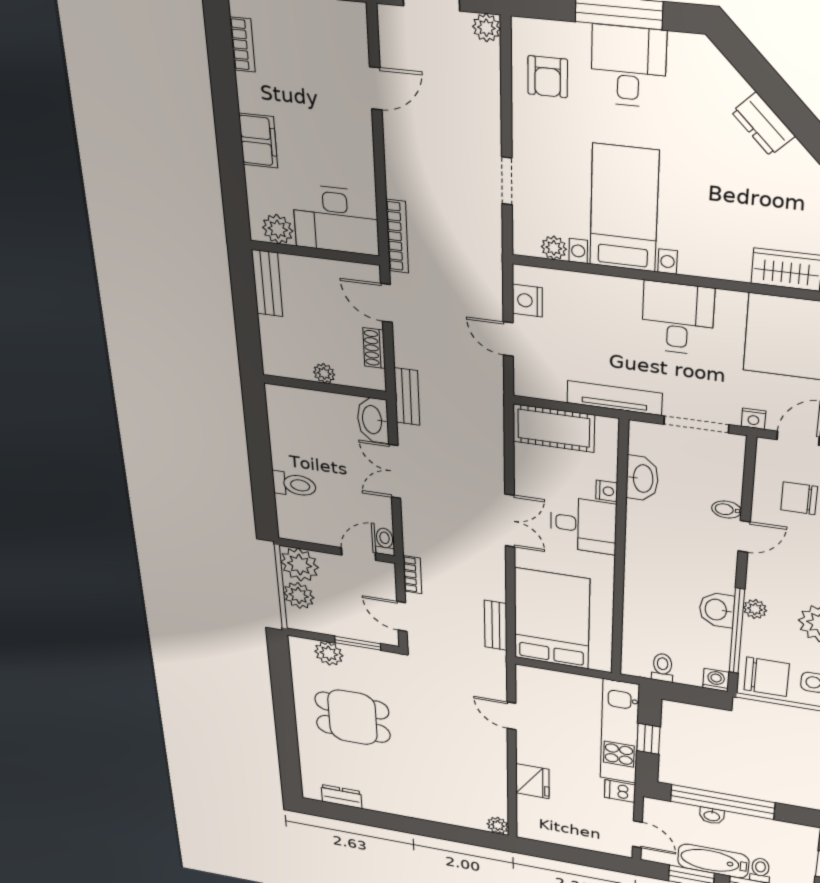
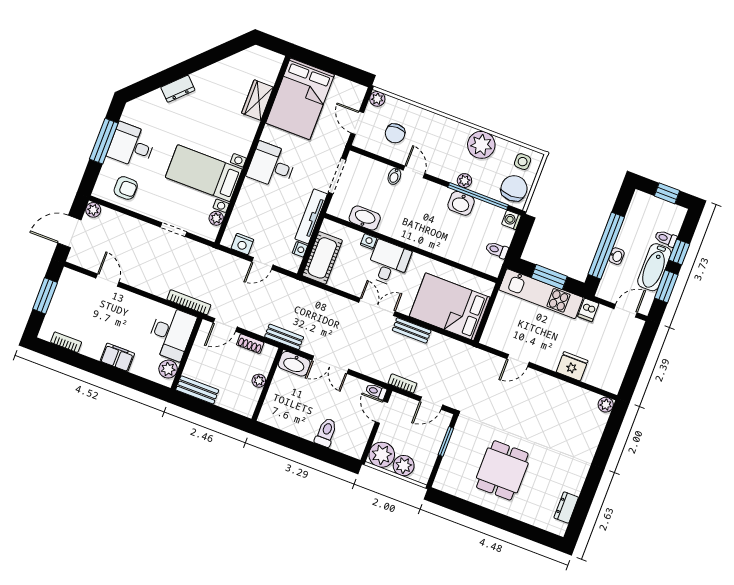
nightstand: (754, 419) -> (300, 249), moved
bench: (496, 625) -> (412, 330), moved
plant: (329, 653) -> (450, 465), removed
window: (648, 739) -> (549, 277), width x1.50

